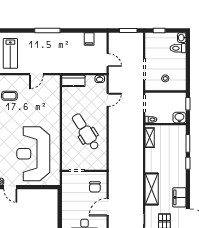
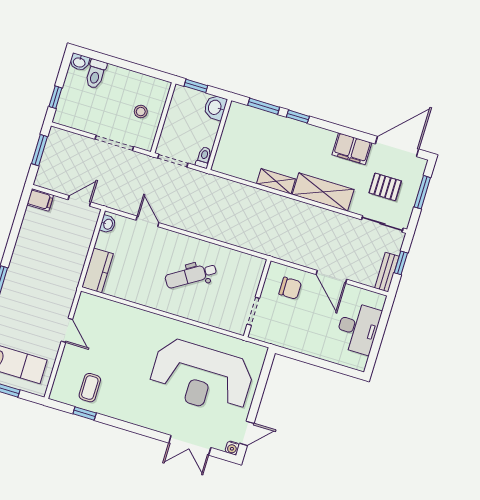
filing cabinet: (89, 39) -> (40, 200), moved
dental chair: (86, 132) -> (191, 276), width x0.73, depth x0.72
shelving: (150, 138) -> (276, 181), moved

